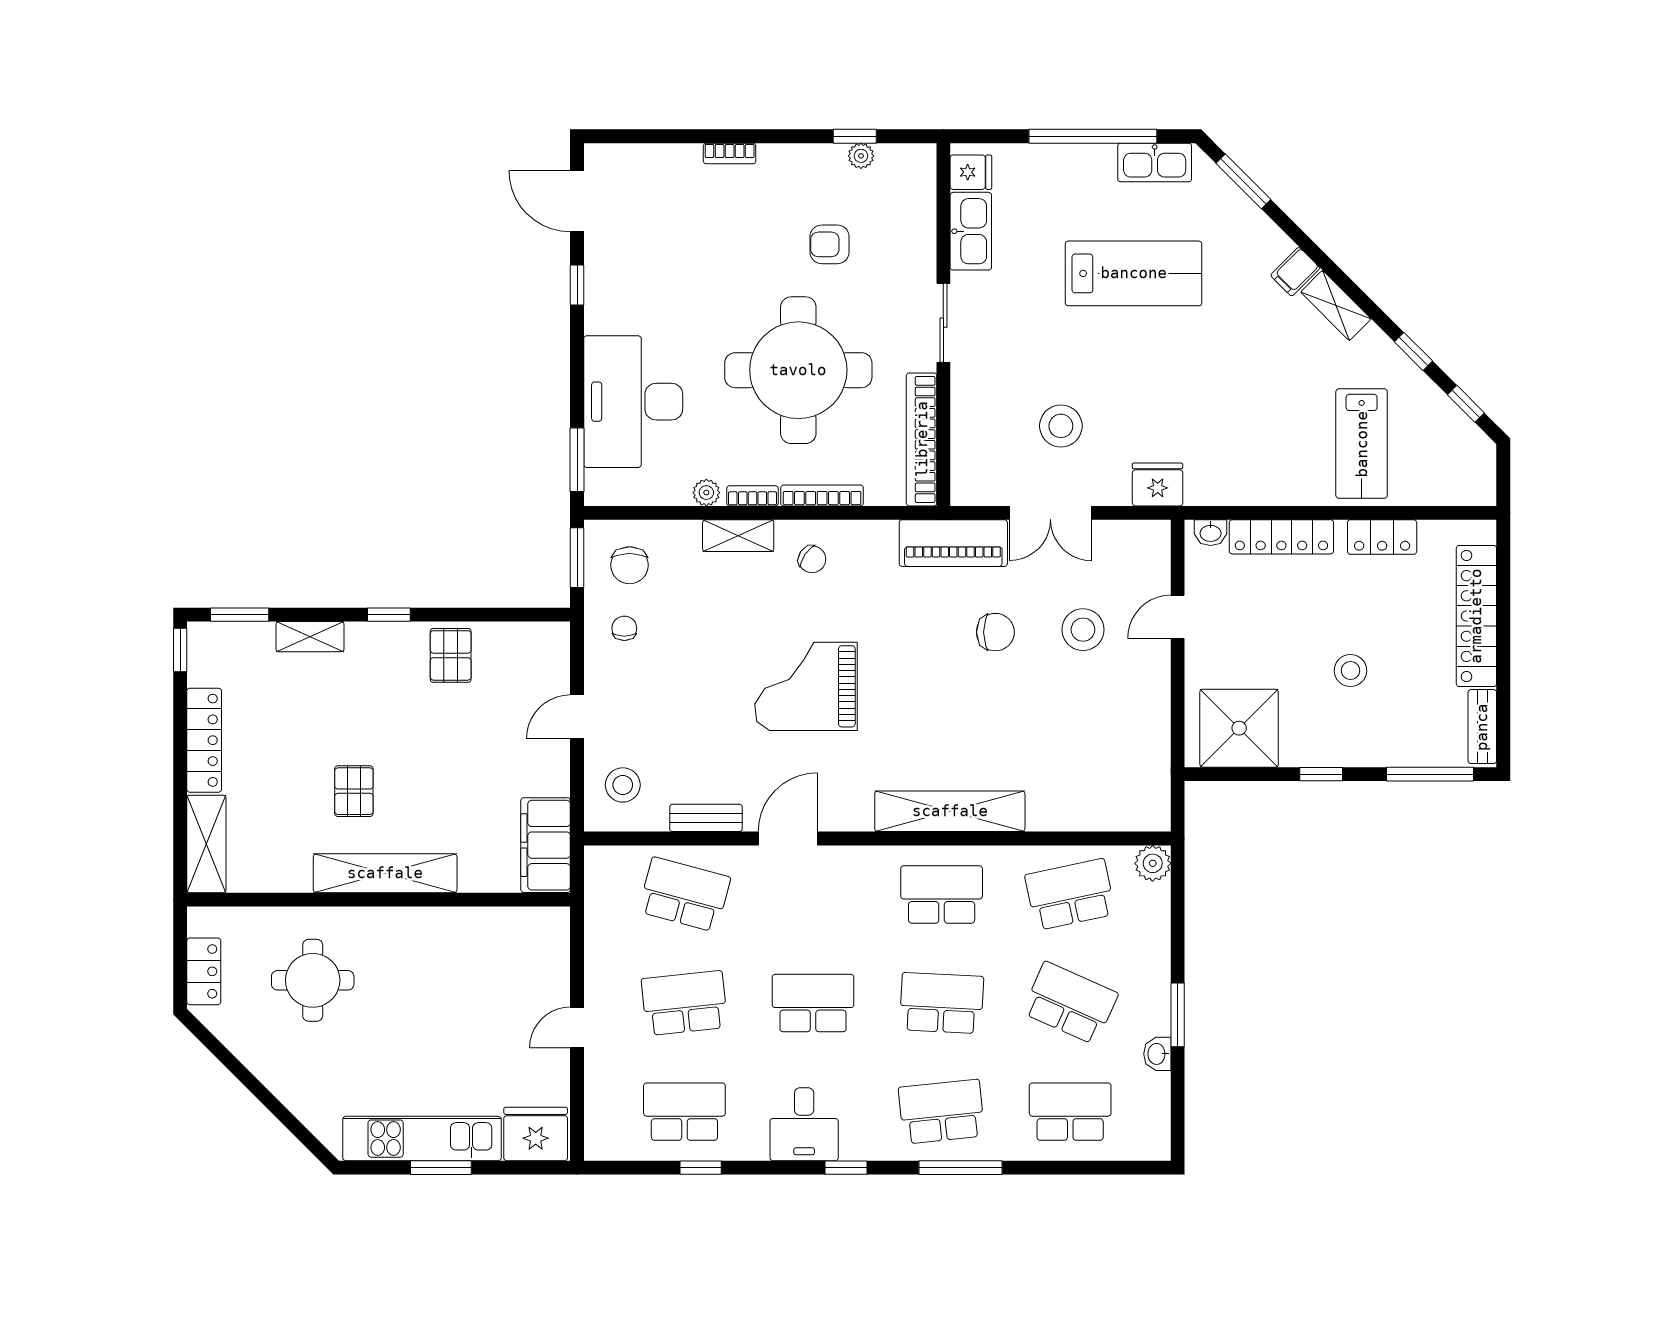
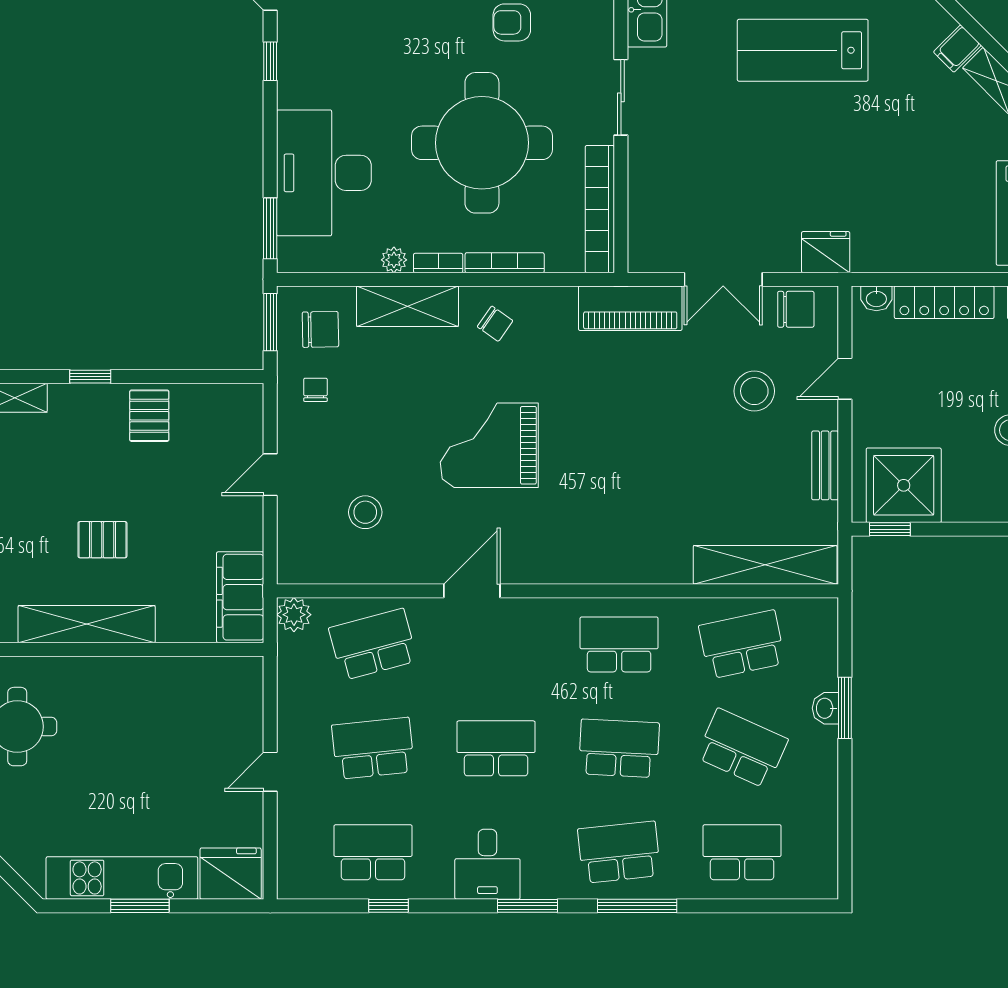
lab bench: (1134, 273) -> (803, 50), turned 180
stool: (1061, 426) -> (733, 196), removed
shelving: (738, 536) -> (407, 306), width x1.50, depth x1.33
chair: (630, 565) -> (320, 329), turned -91
chair: (995, 632) -> (796, 309), moved
window: (1321, 774) -> (890, 529), moved
stool: (623, 785) -> (365, 512), moved
pallet: (354, 791) -> (102, 540), moved, turned 90
shelving: (950, 811) -> (765, 565), moved
bench: (706, 818) -> (825, 465), moved, turned 90
plant: (1153, 863) -> (294, 615), moved
school desk: (684, 894) -> (373, 644), turned -30
window: (1178, 1015) -> (845, 708), moved
washbasin: (1157, 1054) -> (825, 708), moved
window: (846, 1168) -> (528, 906), width x1.50

